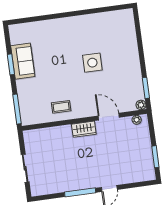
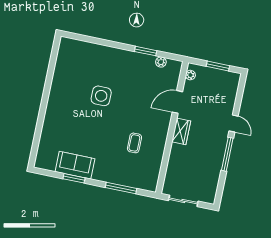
door: (109, 117) -> (177, 102), moved
wall: (84, 120) -> (172, 128), moved
plant: (137, 120) -> (190, 75), moved
wardrobe: (84, 129) -> (181, 131), moved

